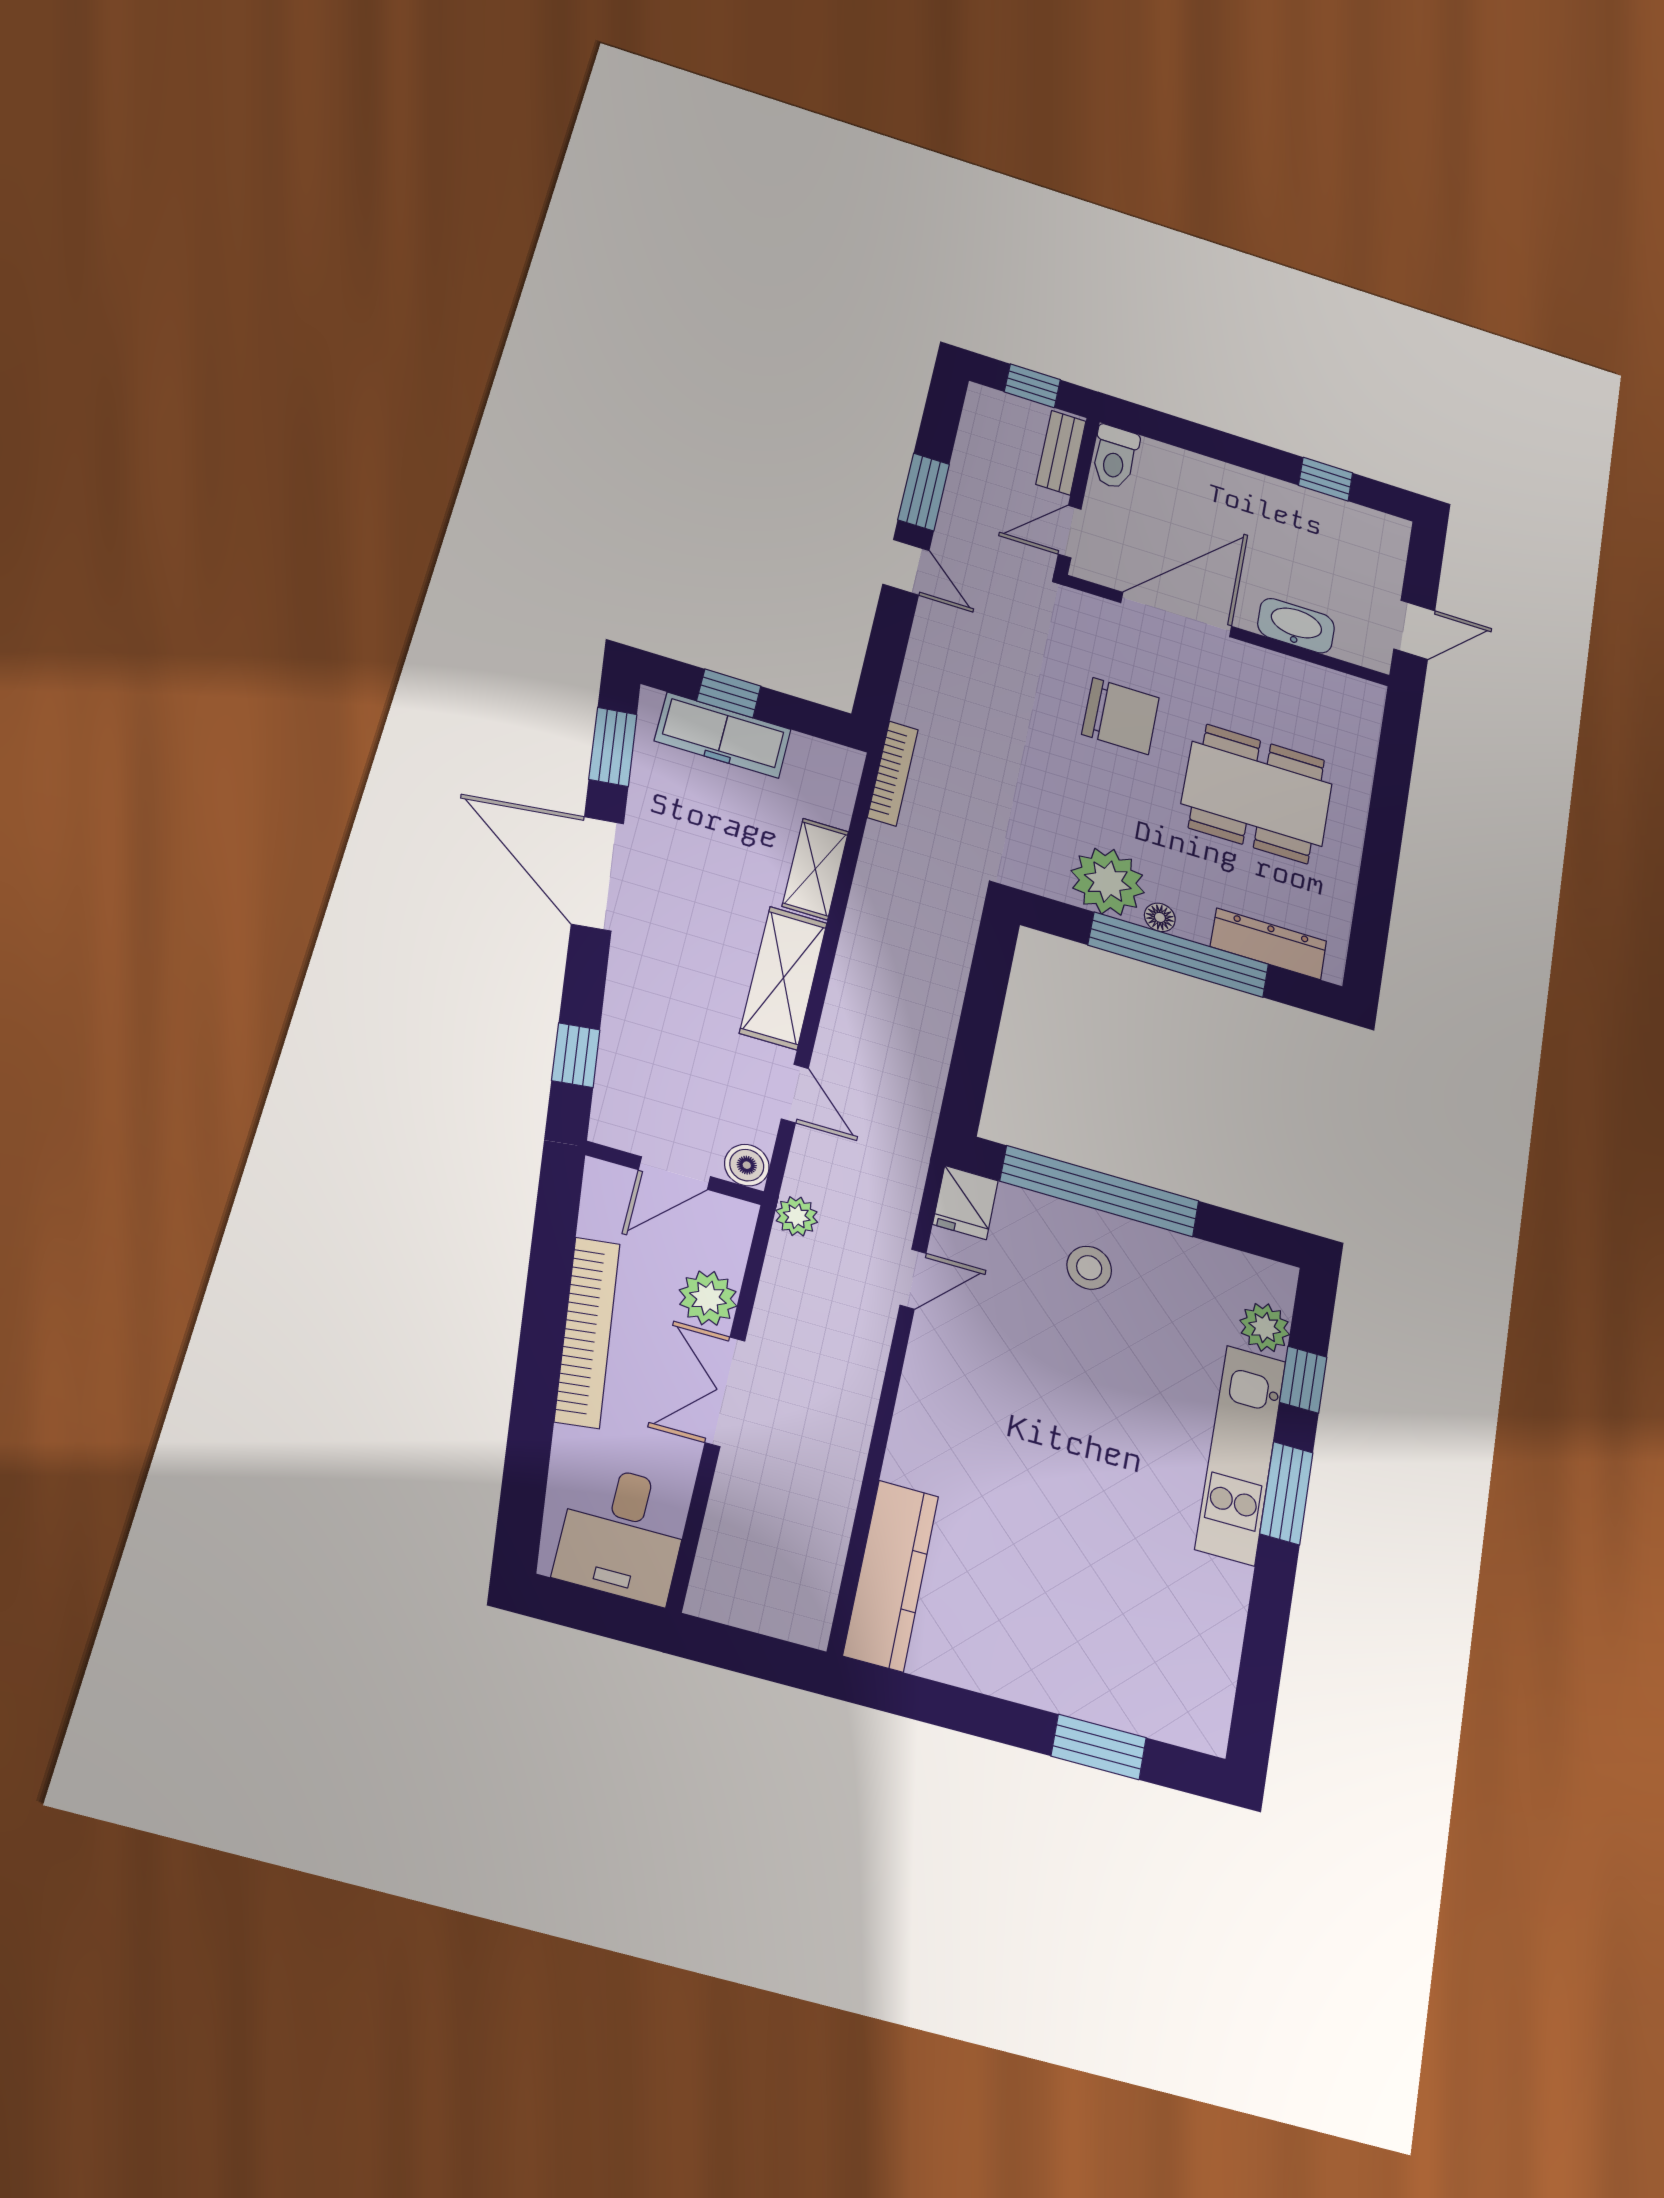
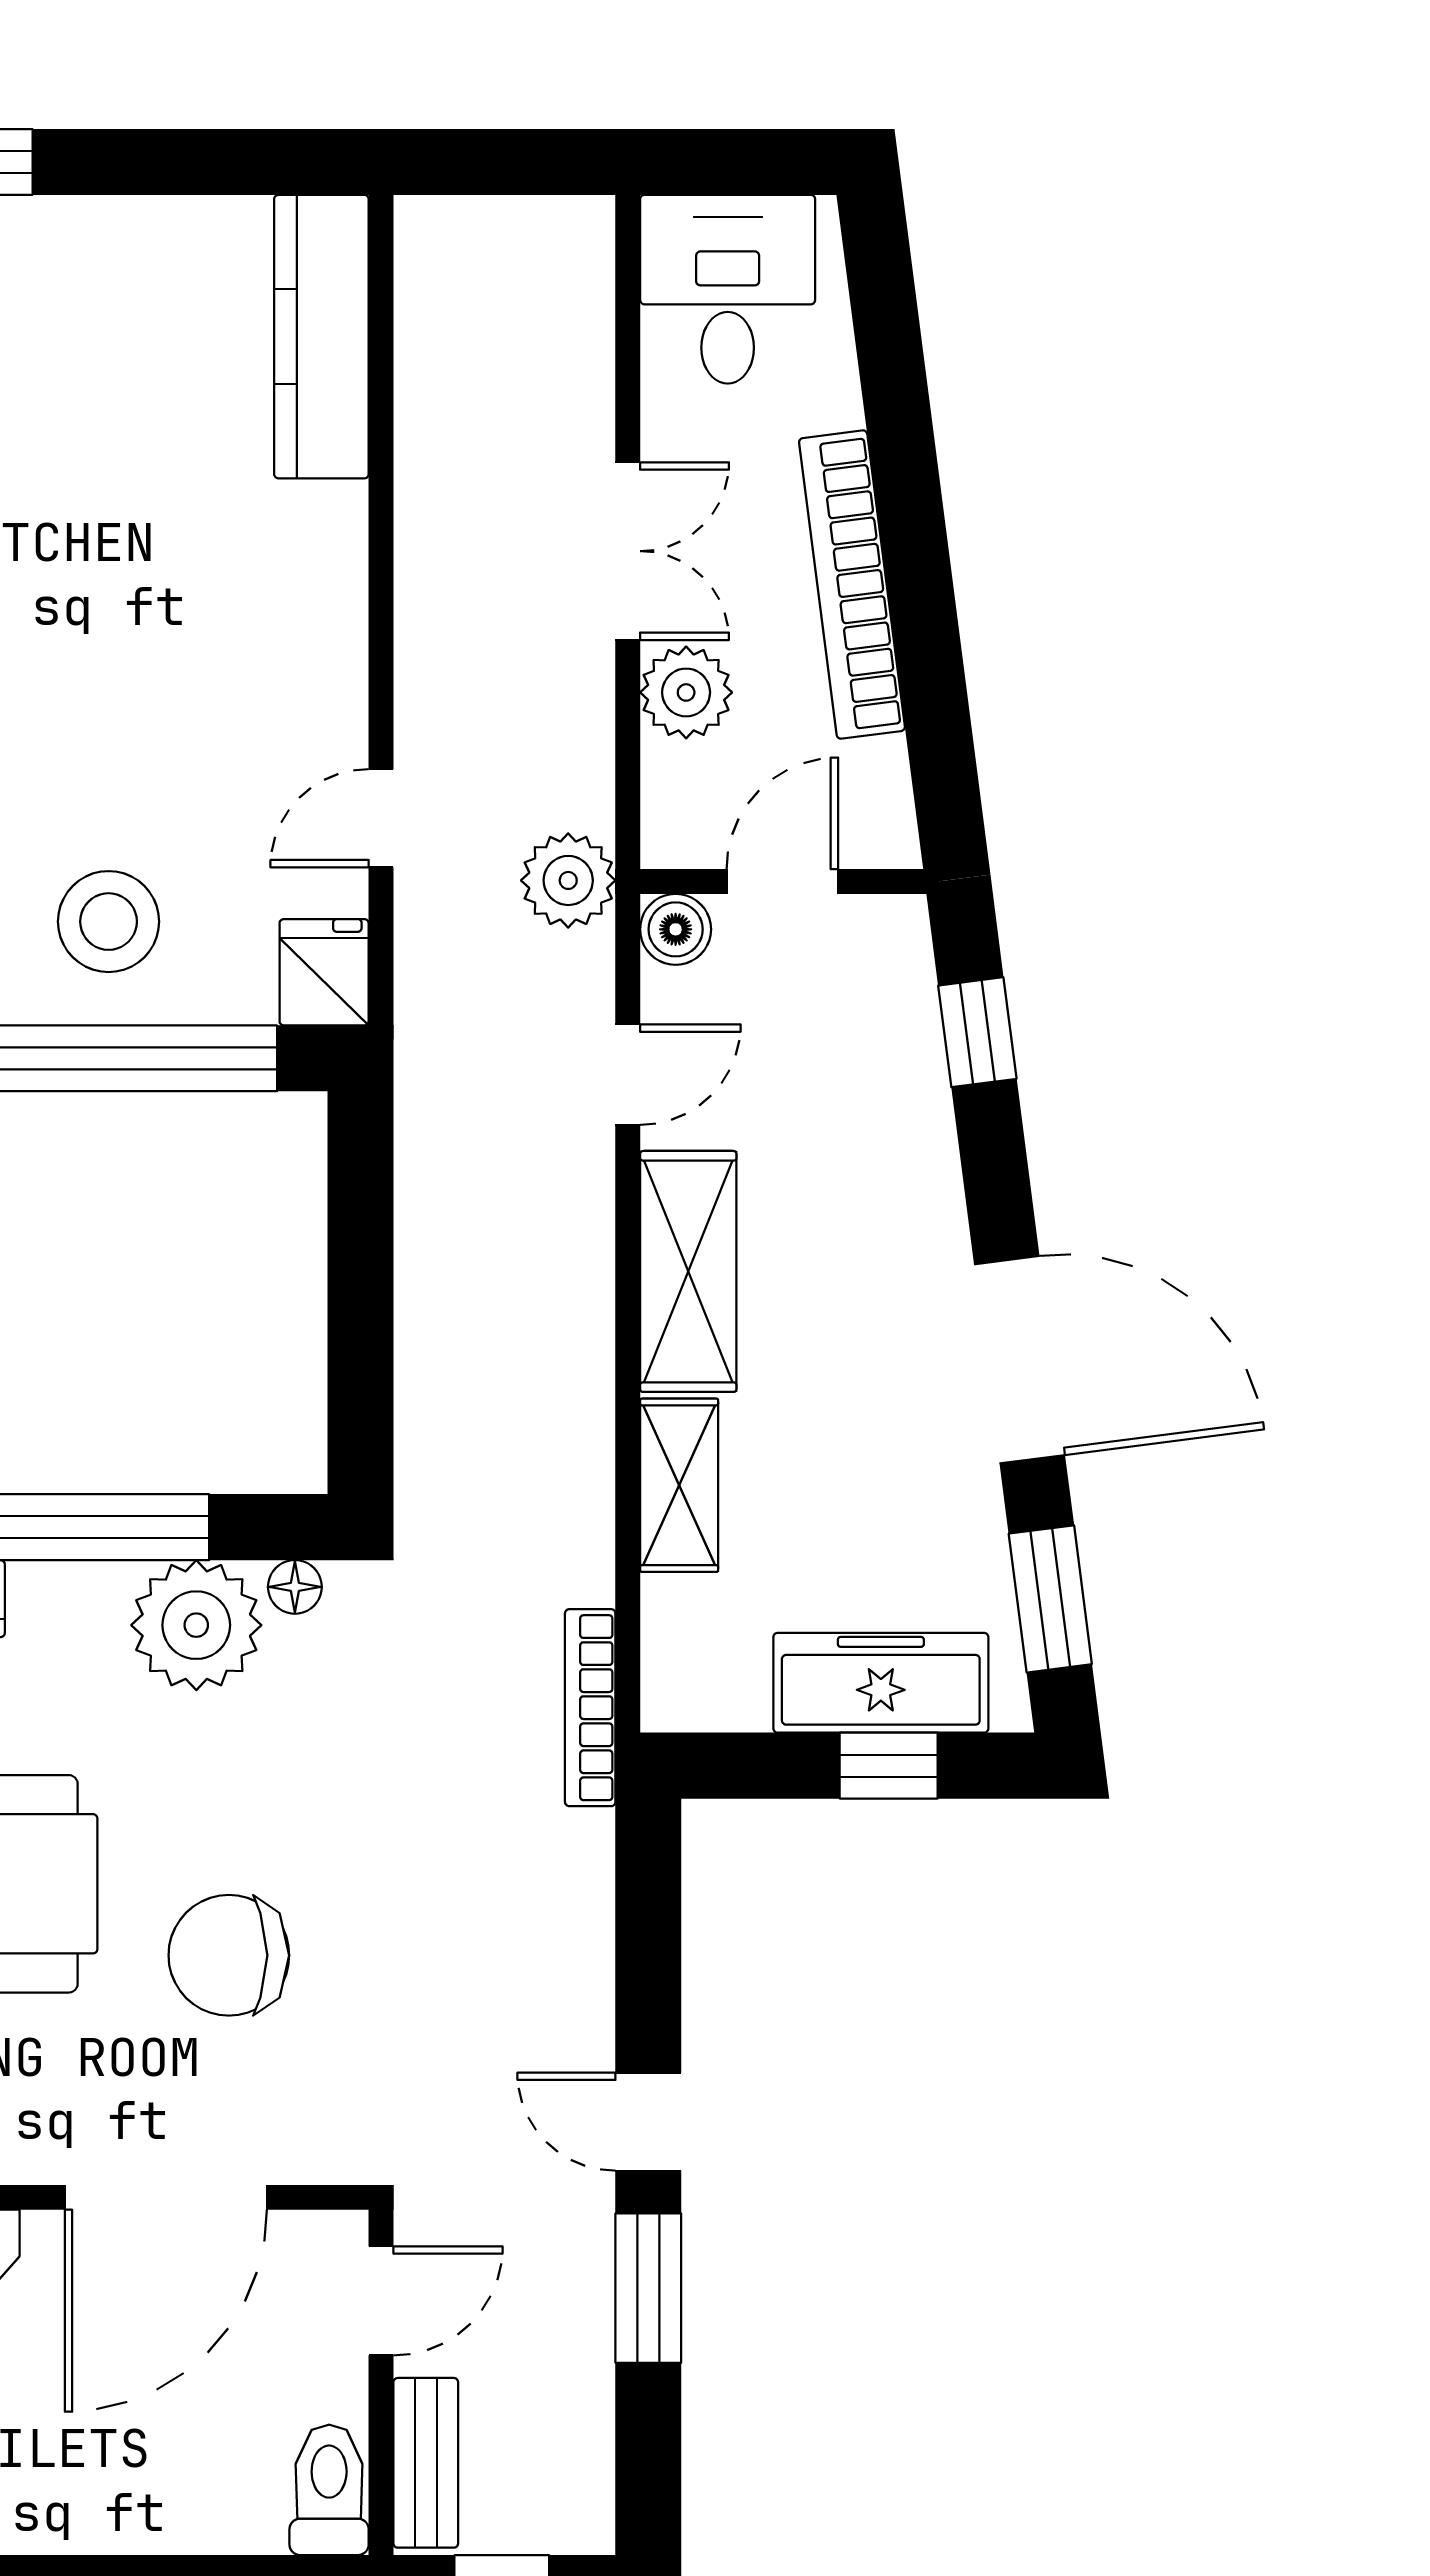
floor lamp: (1160, 917) -> (295, 1587), moved
door: (795, 1094) -> (628, 1075), swing flipped
plant: (797, 1216) -> (568, 880), width x1.38, depth x1.38
stool: (1089, 1268) -> (109, 922), width x1.38, depth x1.38

